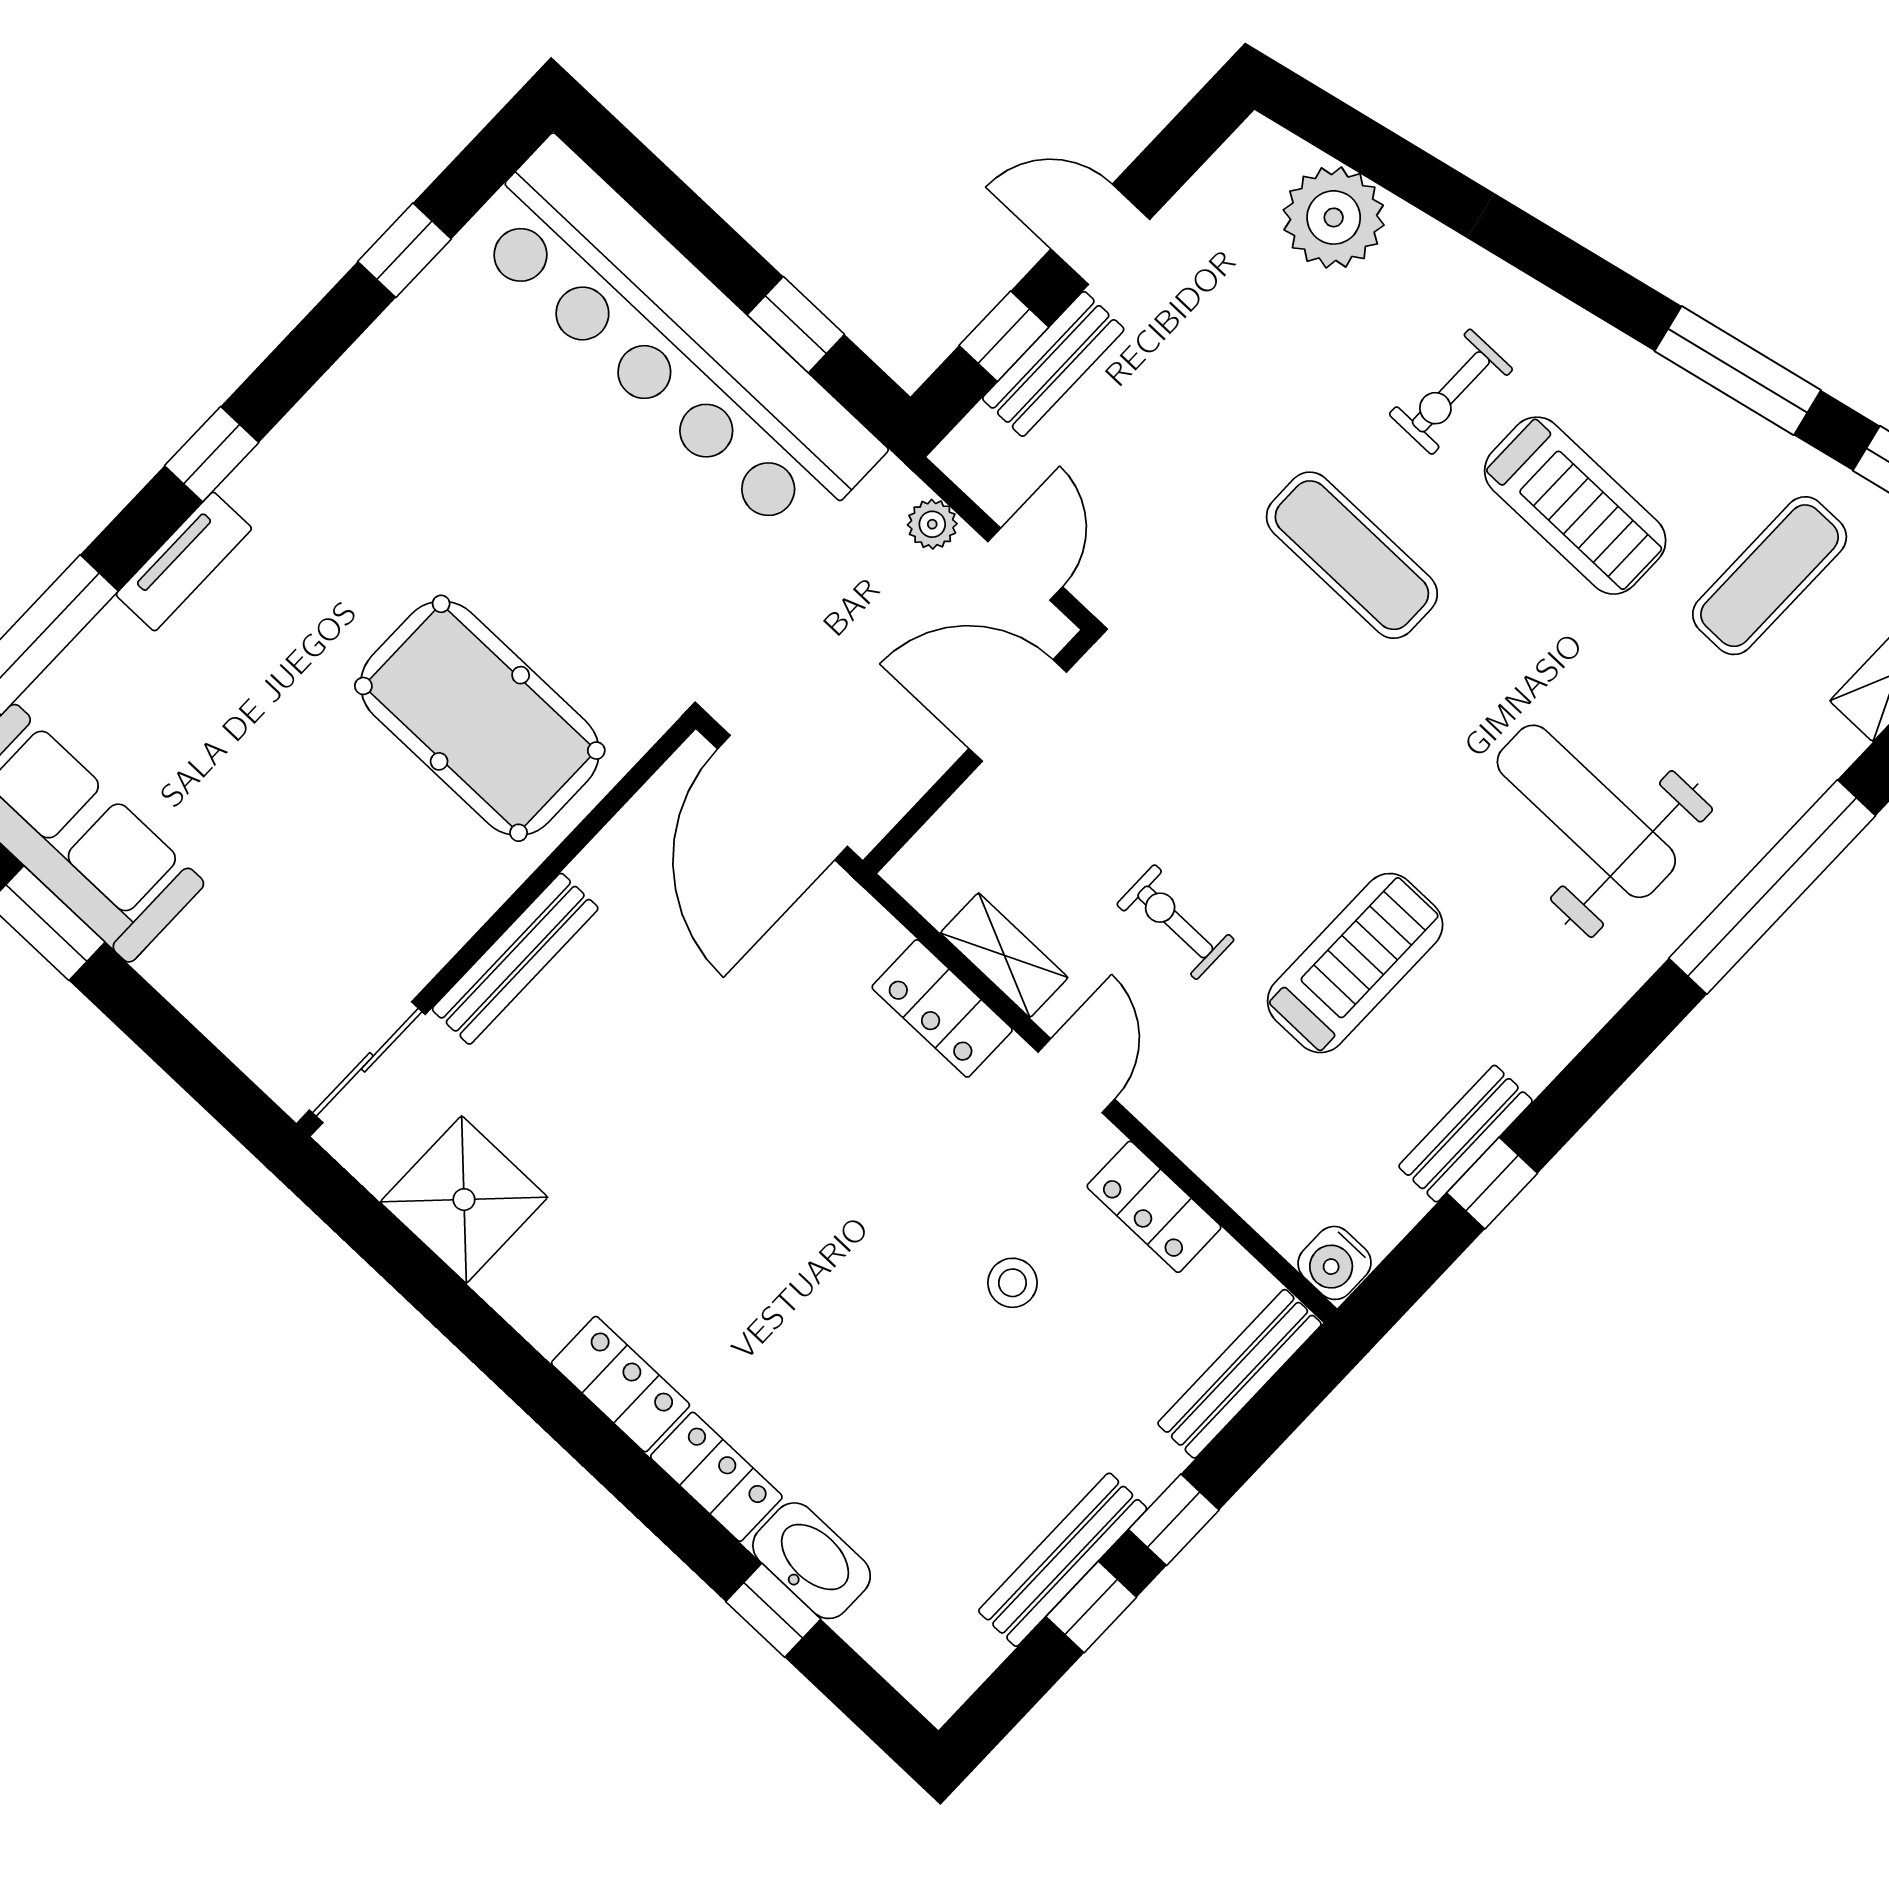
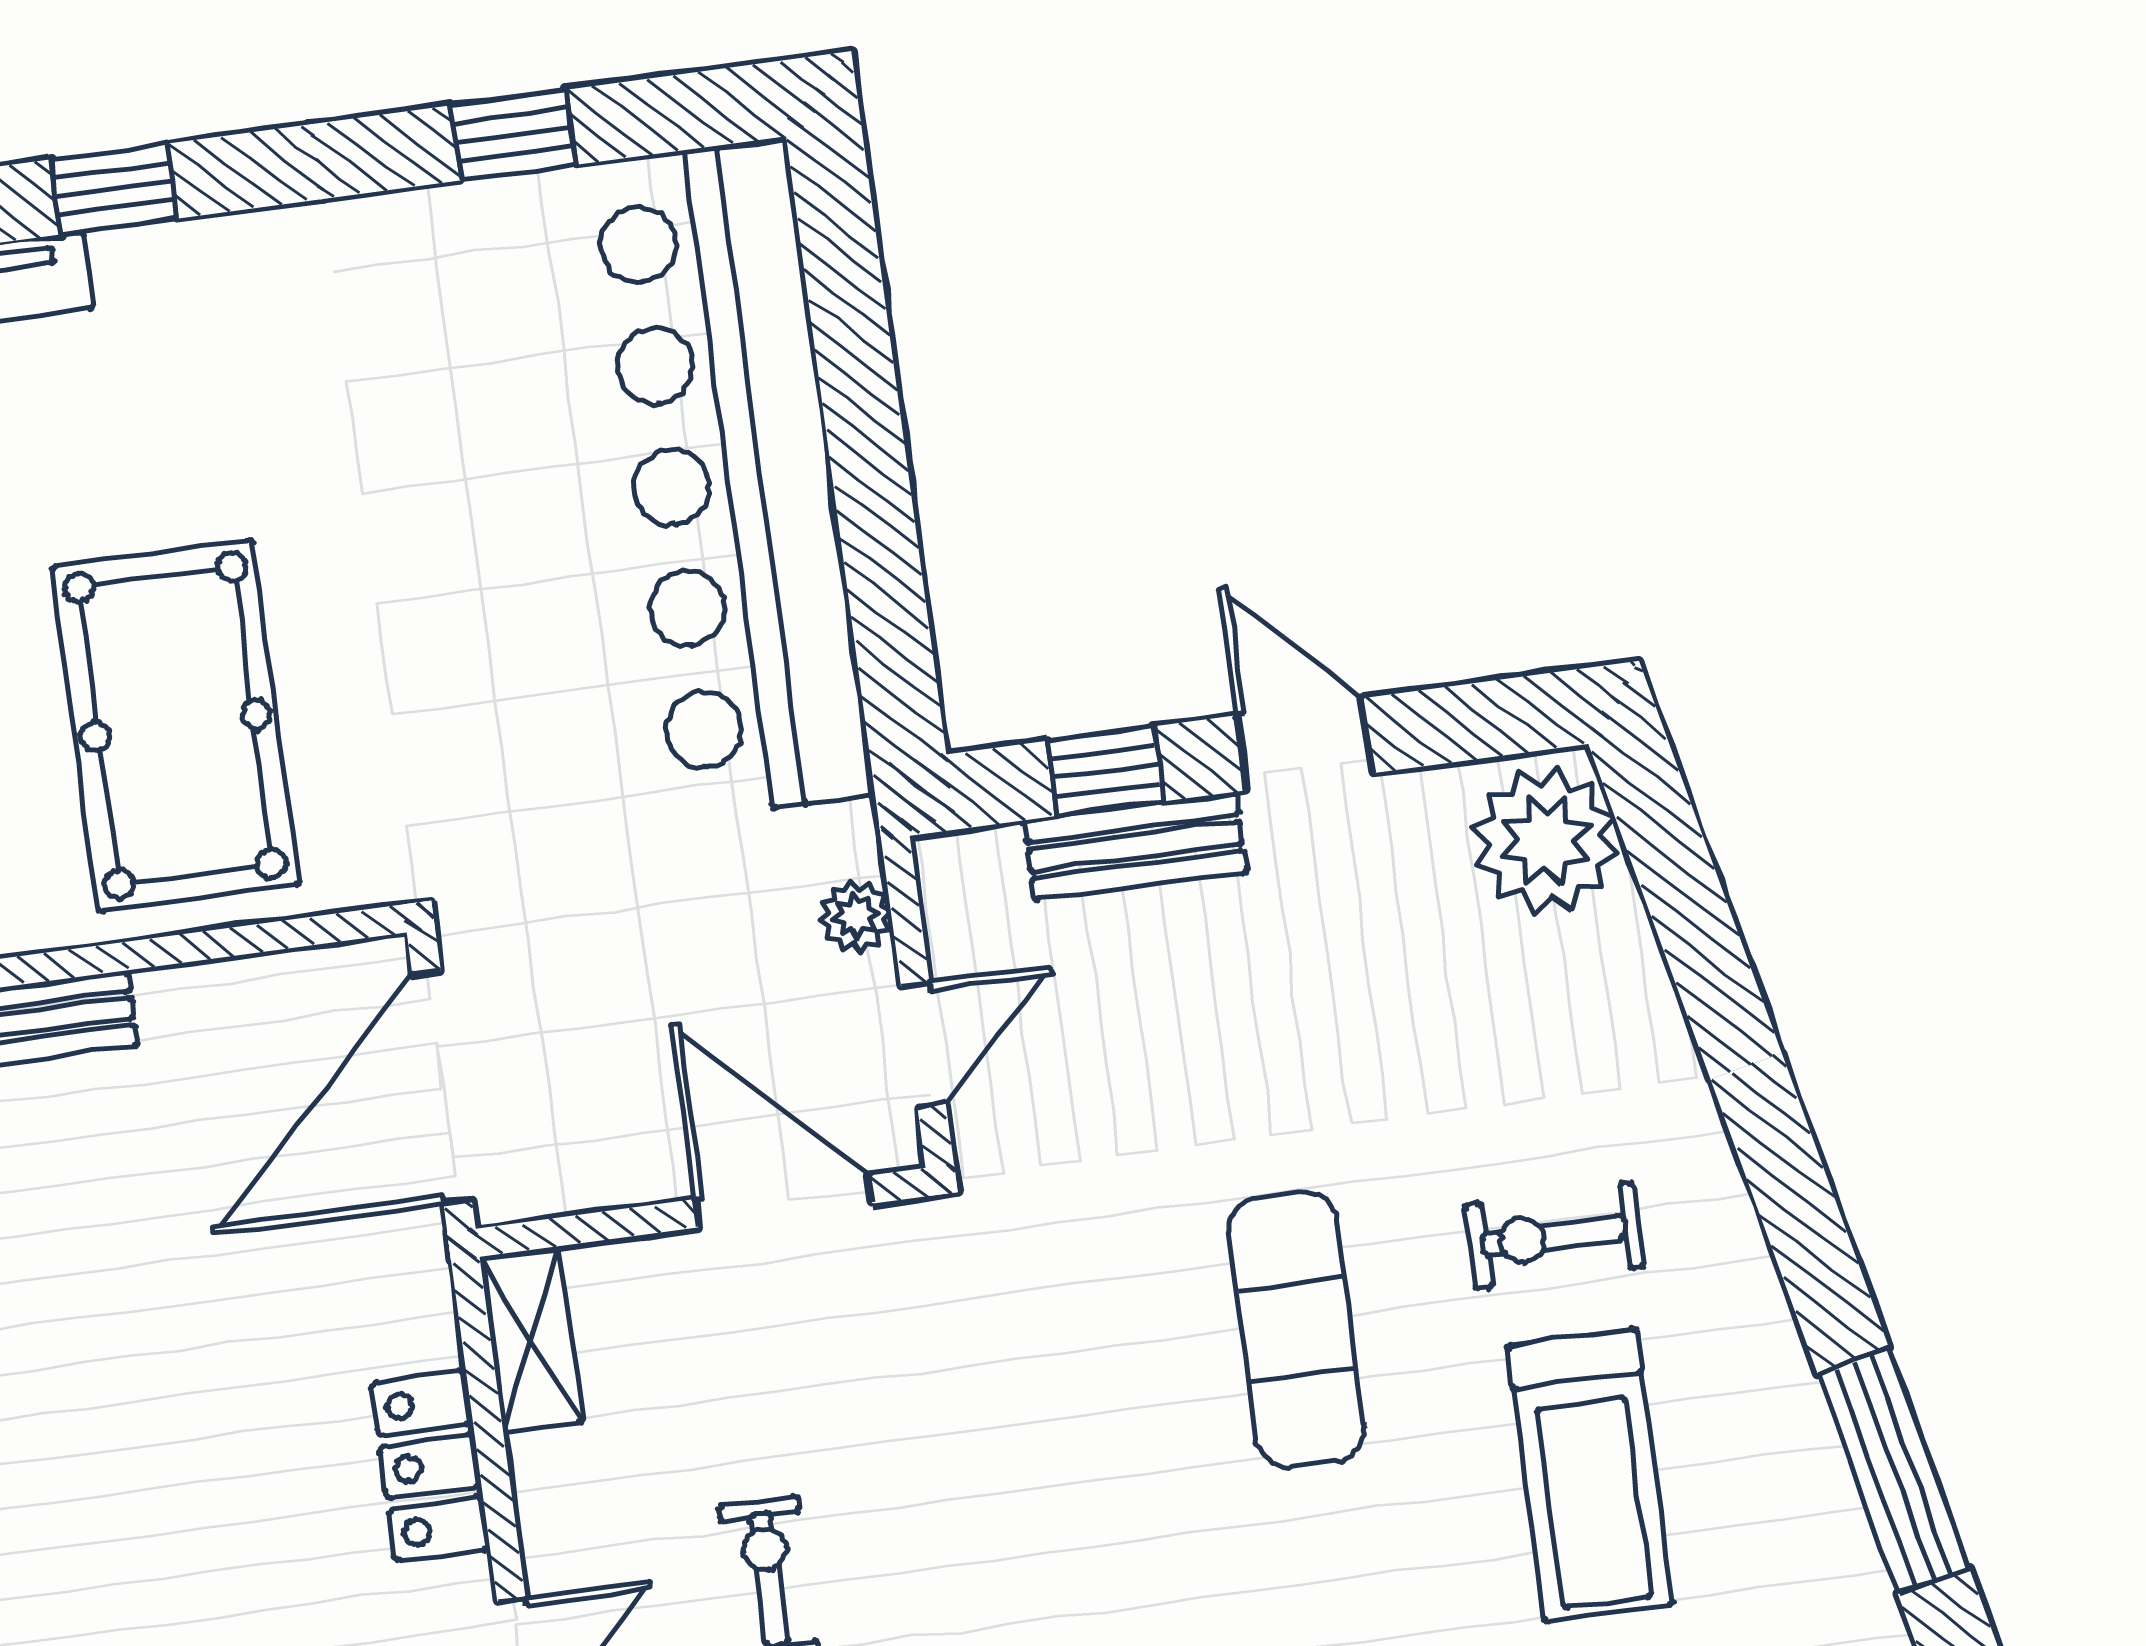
plant: (1334, 217) -> (1546, 841), moved
window: (796, 325) -> (883, 571), removed
shelving: (1004, 955) -> (531, 1340), moved

